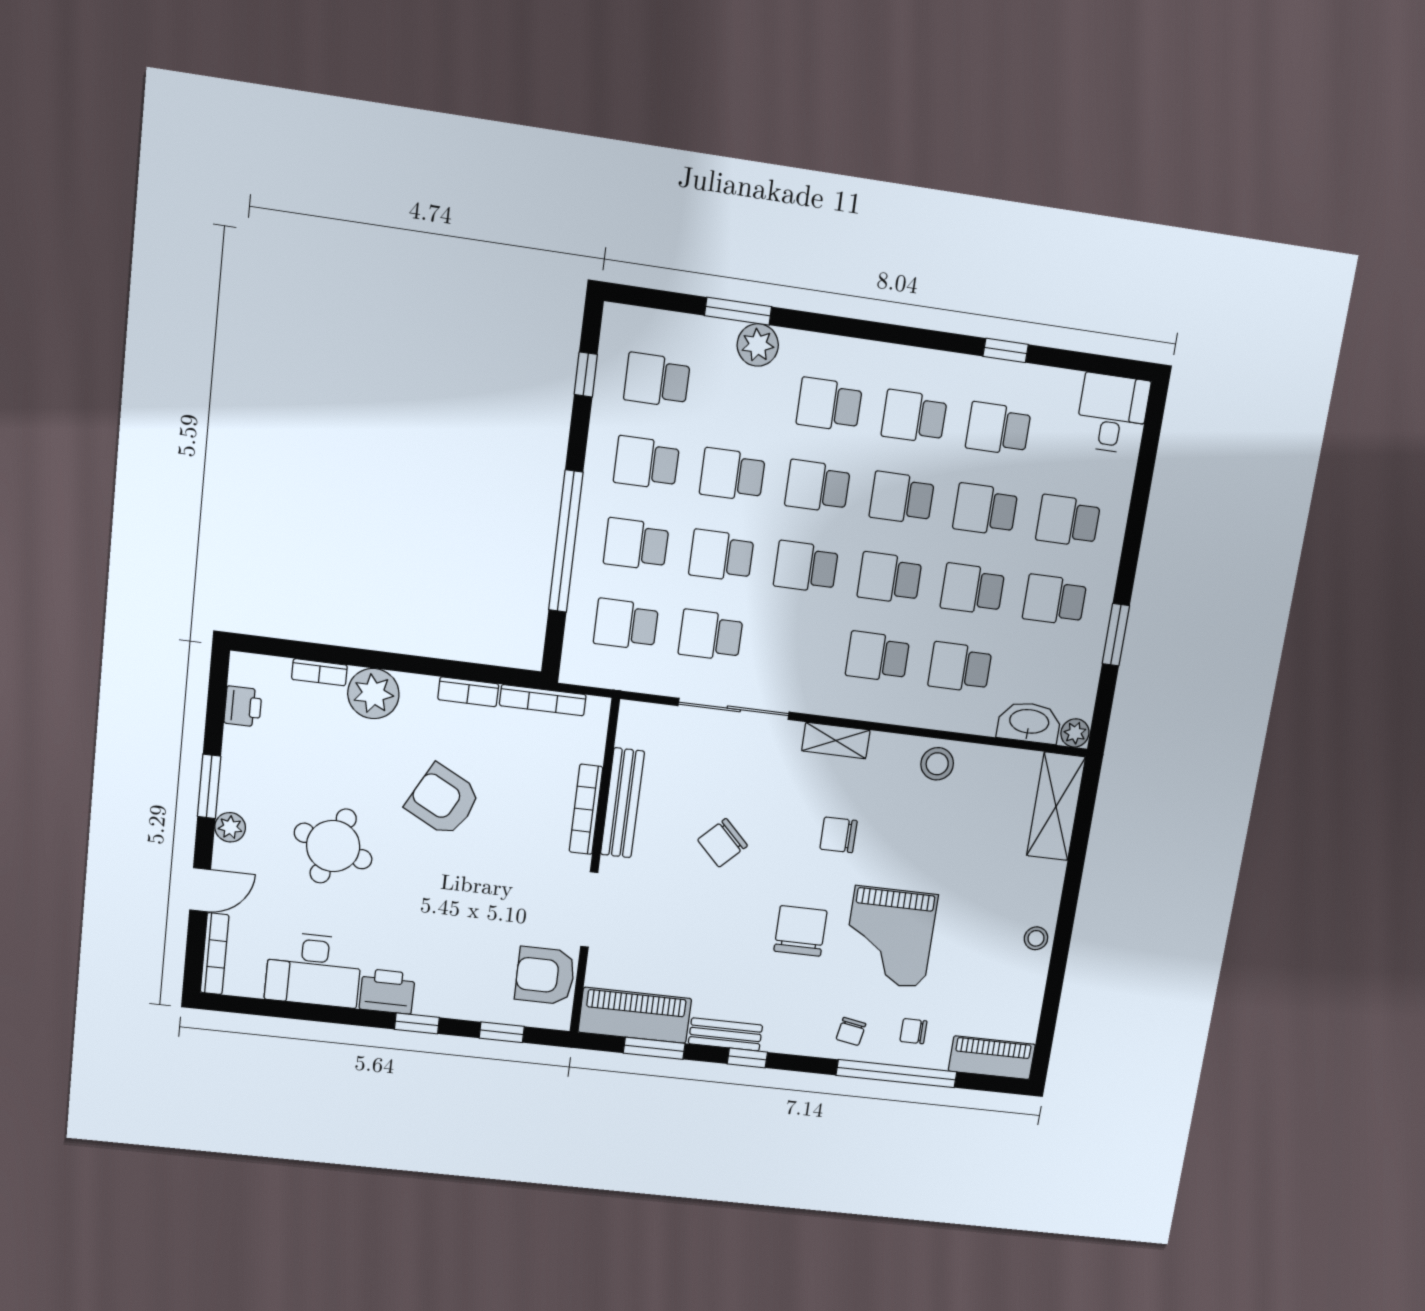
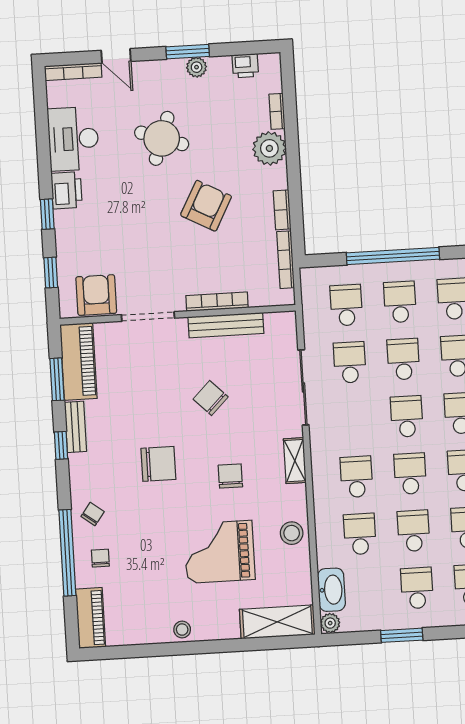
plant: (230, 827) -> (197, 67), moved
grand piano: (890, 937) -> (219, 552), moved
chair: (851, 1031) -> (93, 514), turned 117

